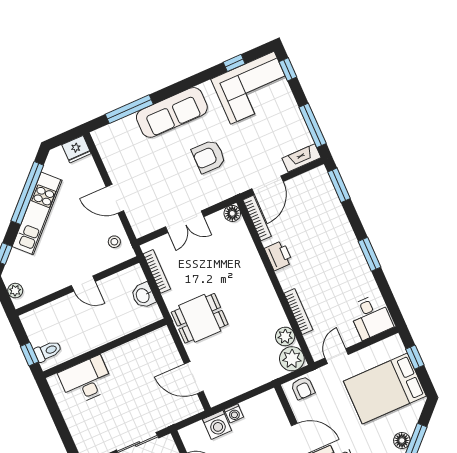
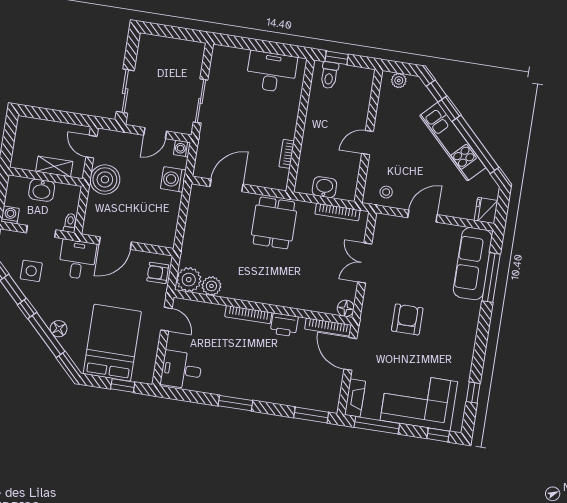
corner sofa: (252, 88) -> (419, 401), moved, turned 90
sofa: (172, 112) -> (473, 264), moved
bookcase: (298, 312) -> (248, 315), moved
bookcase: (136, 344) -> (287, 154), added
desk: (86, 380) -> (271, 72), moved, turned -90
washing machine: (234, 413) -> (182, 148), moved

